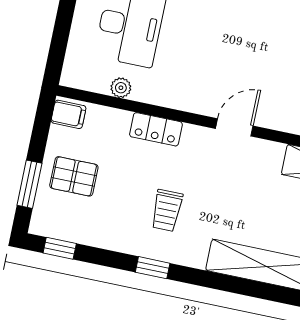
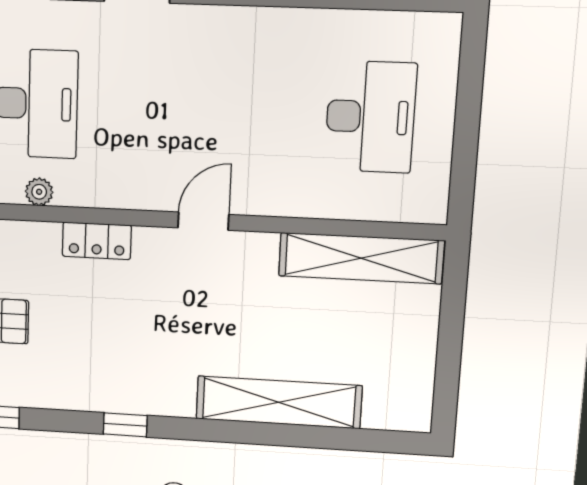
trolley: (167, 210) -> (131, 347), removed

